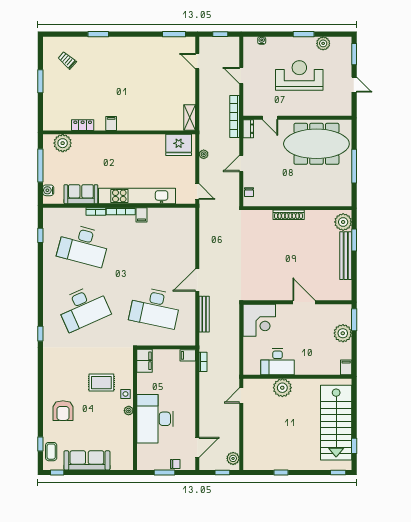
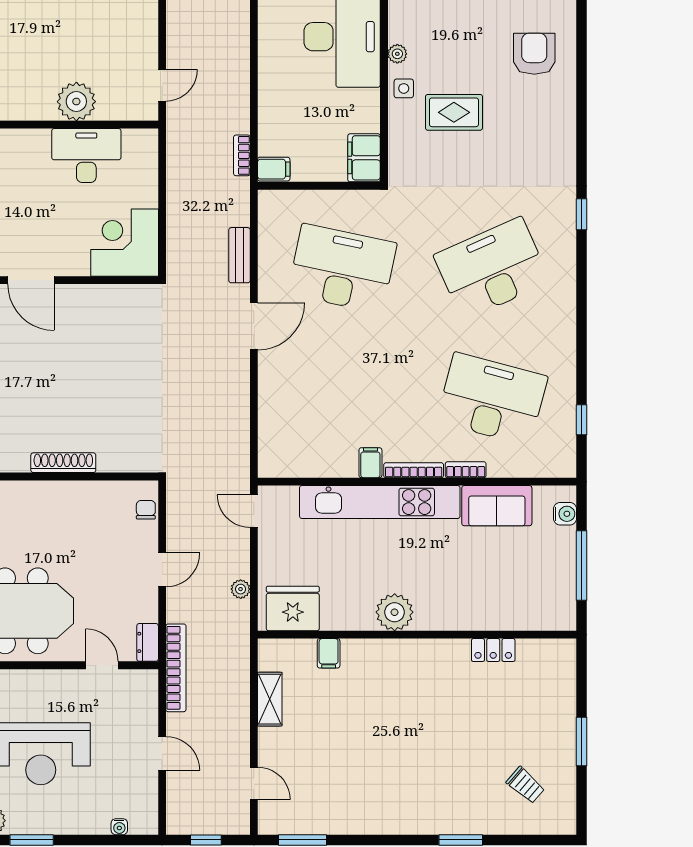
shelving: (190, 117) -> (270, 699), moved
filing cabinet: (111, 123) -> (329, 653), moved
plant: (63, 143) -> (395, 612), moved
bench: (204, 314) -> (239, 255), width x0.73

